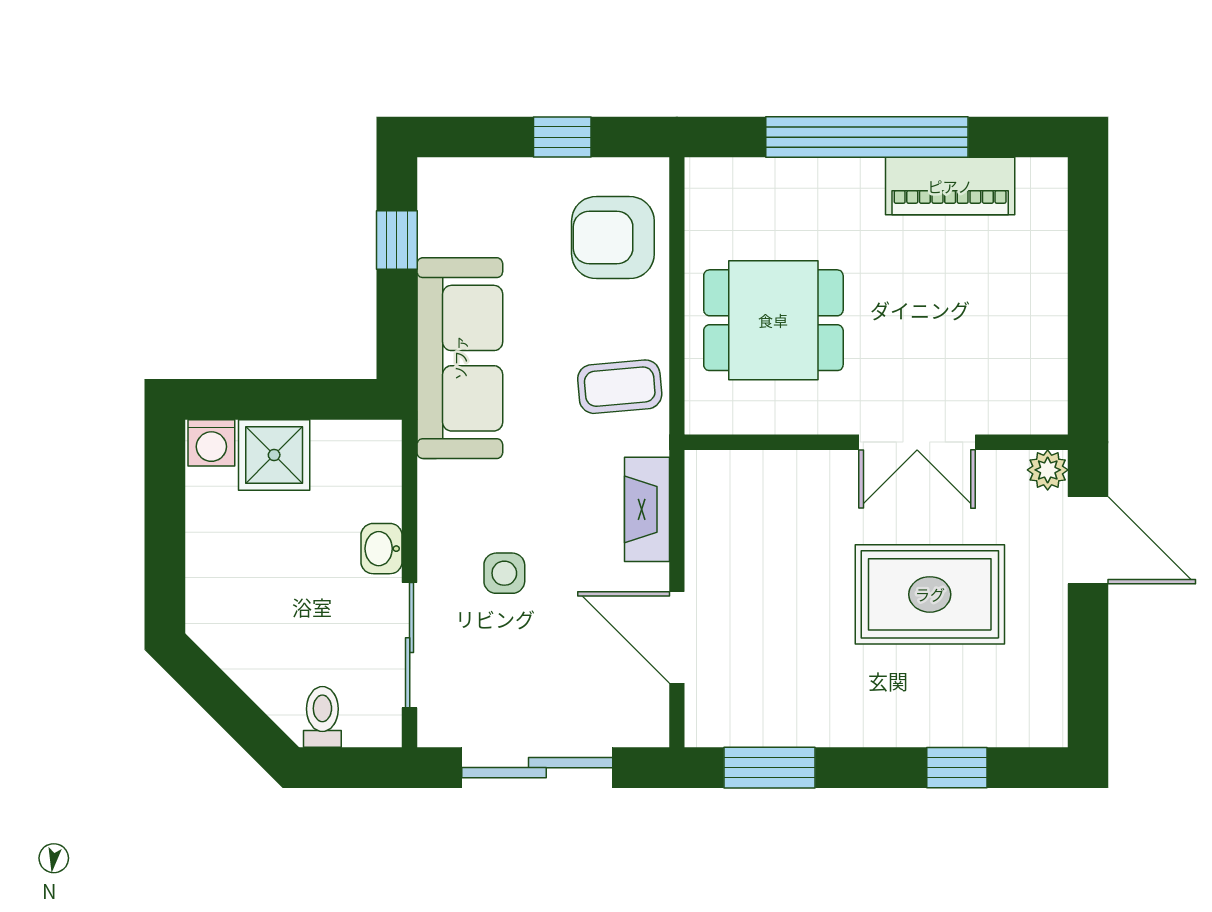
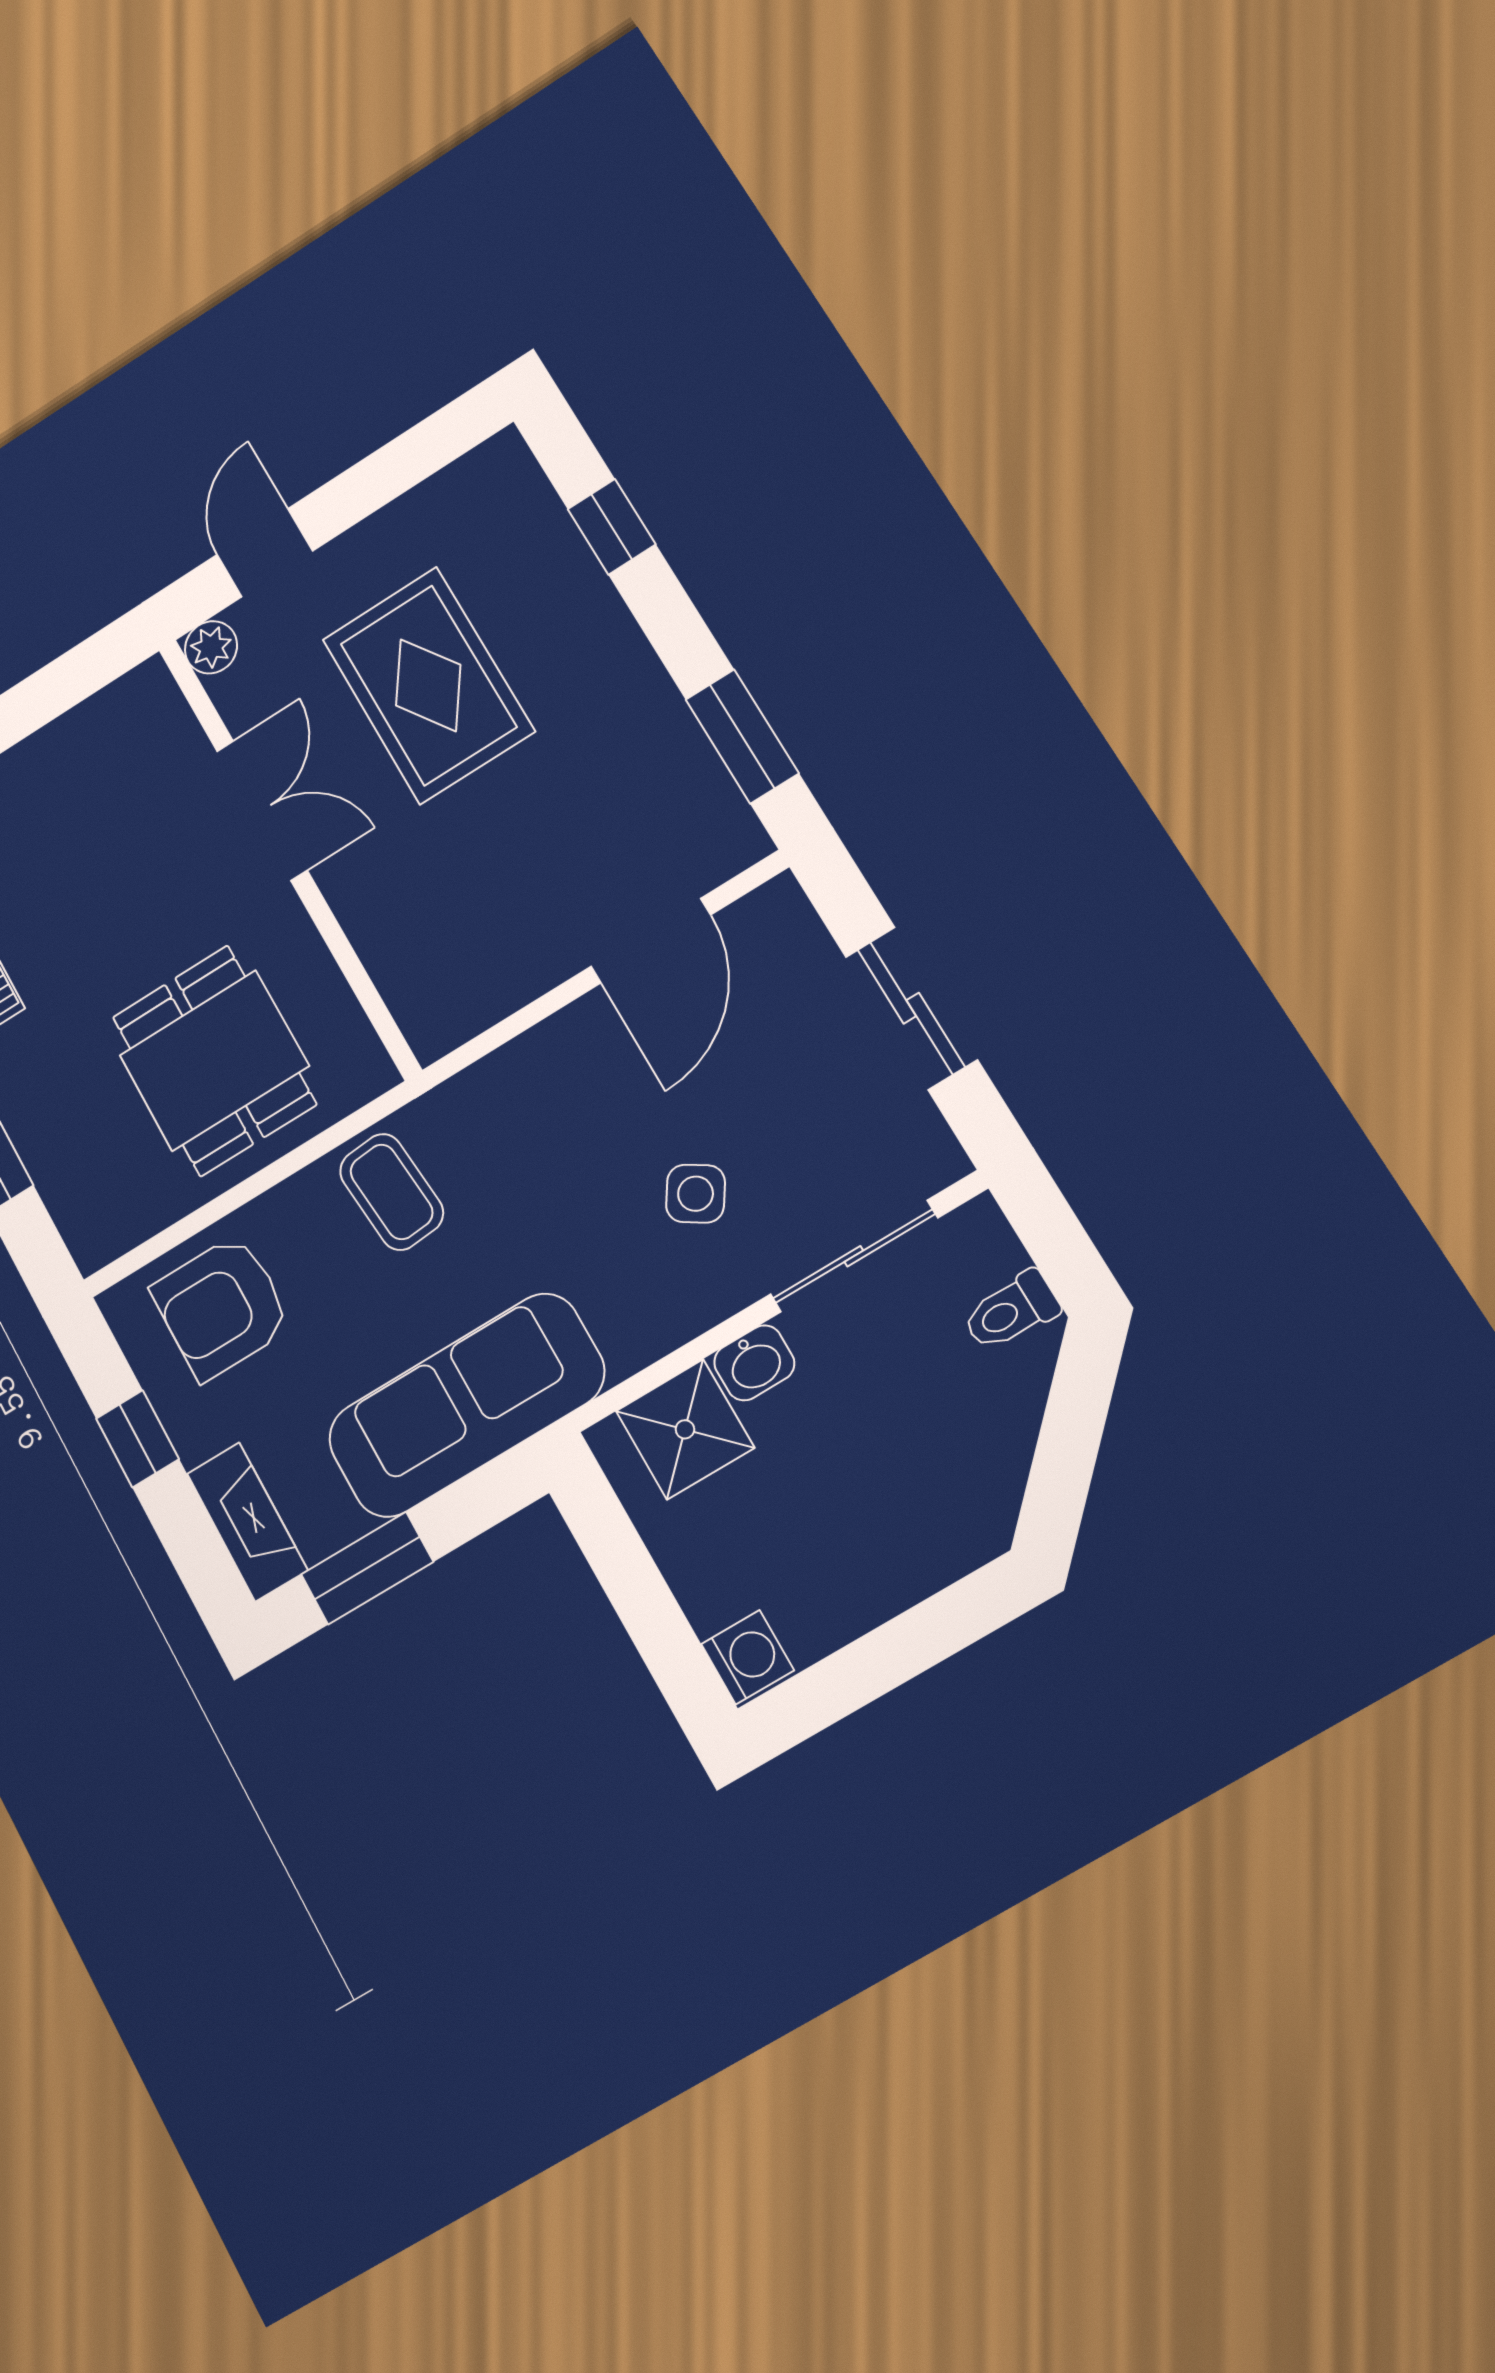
armchair: (613, 238) -> (221, 1307), turned 90
window: (397, 240) -> (367, 1568), width x1.50
shower: (274, 455) -> (685, 1429), moved
fireplace: (647, 509) -> (247, 1522), moved, turned -90
door: (1088, 540) -> (265, 553), width x0.73
side table: (504, 573) -> (696, 1194), turned 33
sliding door: (537, 768) -> (911, 1008), width x0.73

